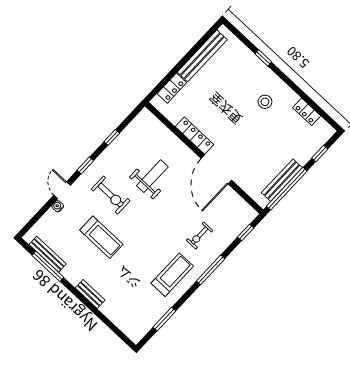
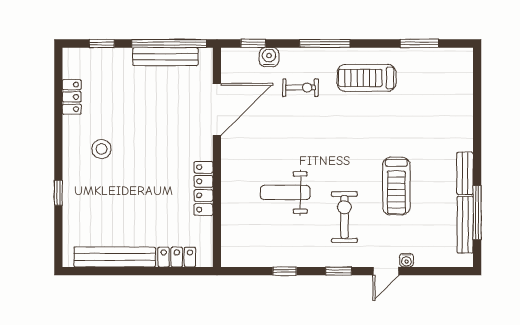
door: (216, 169) -> (217, 109), moved
water cooler: (231, 234) -> (269, 57), added
treadmill: (101, 237) -> (396, 186), turned 180
bench: (90, 294) -> (465, 173), moved

